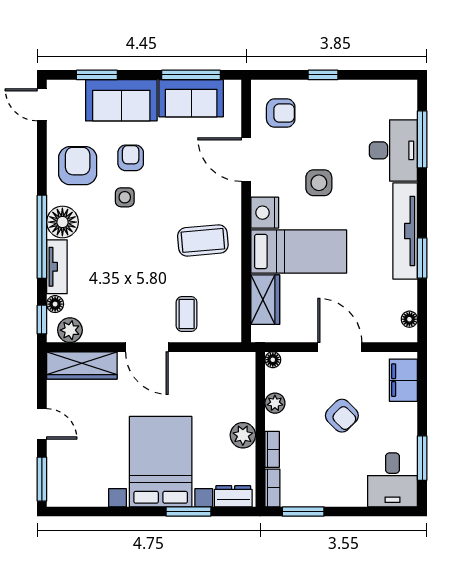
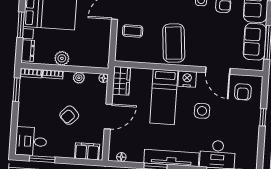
door: (246, 160) -> (218, 71), swing flipped
coffee table: (203, 240) -> (174, 43), width x1.36, depth x1.32
wardrobe: (265, 300) -> (121, 81), moved, turned -90

